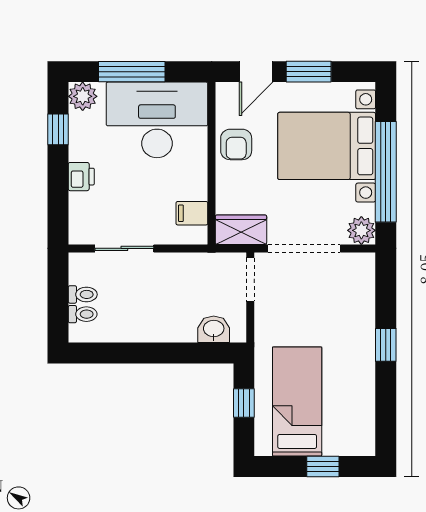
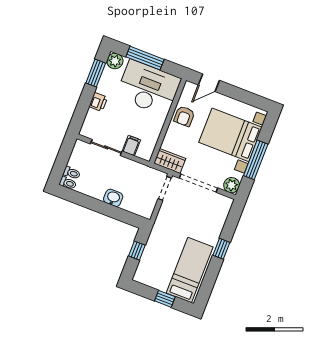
window: (309, 72) -> (236, 93), removed
window: (58, 129) -> (96, 73), width x1.50
window: (386, 172) -> (256, 160), width x0.68
filing cabinet: (192, 213) -> (131, 146), moved, turned 90
toilet: (83, 294) -> (68, 183), moved
washbasin: (214, 329) -> (113, 198), moved
bed: (297, 402) -> (190, 270), moved

